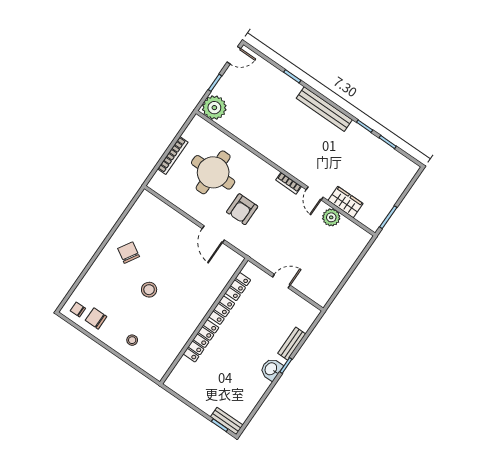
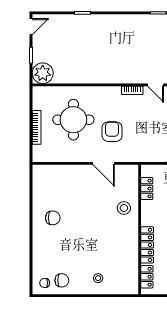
bench: (324, 109) -> (121, 20), removed
armchair: (242, 209) -> (112, 132), turned 180
chair: (129, 253) -> (53, 218), turned 149
stool: (149, 290) -> (124, 208), moved
locker: (222, 310) -> (147, 277), moved
chair: (96, 318) -> (62, 280), turned 180

